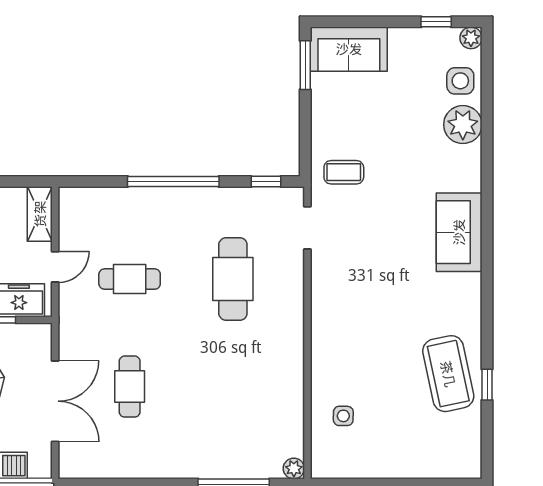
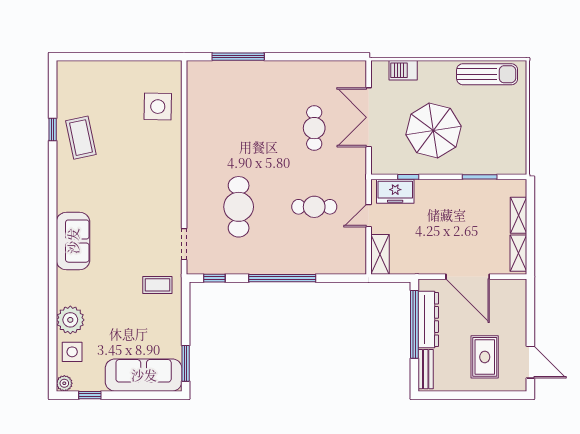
sofa: (349, 49) -> (144, 375), width x1.36
coffee table: (448, 374) -> (81, 138), width x0.73, depth x0.76
side table: (343, 416) -> (158, 107), width x1.87, depth x1.87
plant: (294, 469) -> (194, 68), removed

